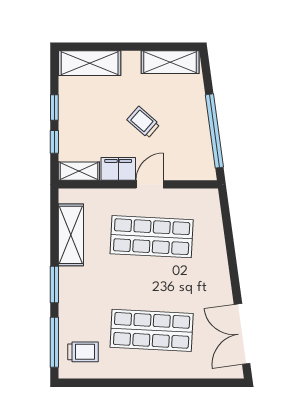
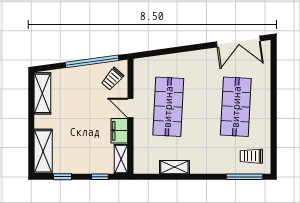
window: (54, 108) -> (63, 177), moved
trolley: (143, 122) -> (112, 79), moved
shelving: (71, 235) -> (174, 167), width x0.67, depth x0.75
window: (54, 284) -> (203, 177), removed
trolley: (83, 352) -> (251, 156), turned -90

